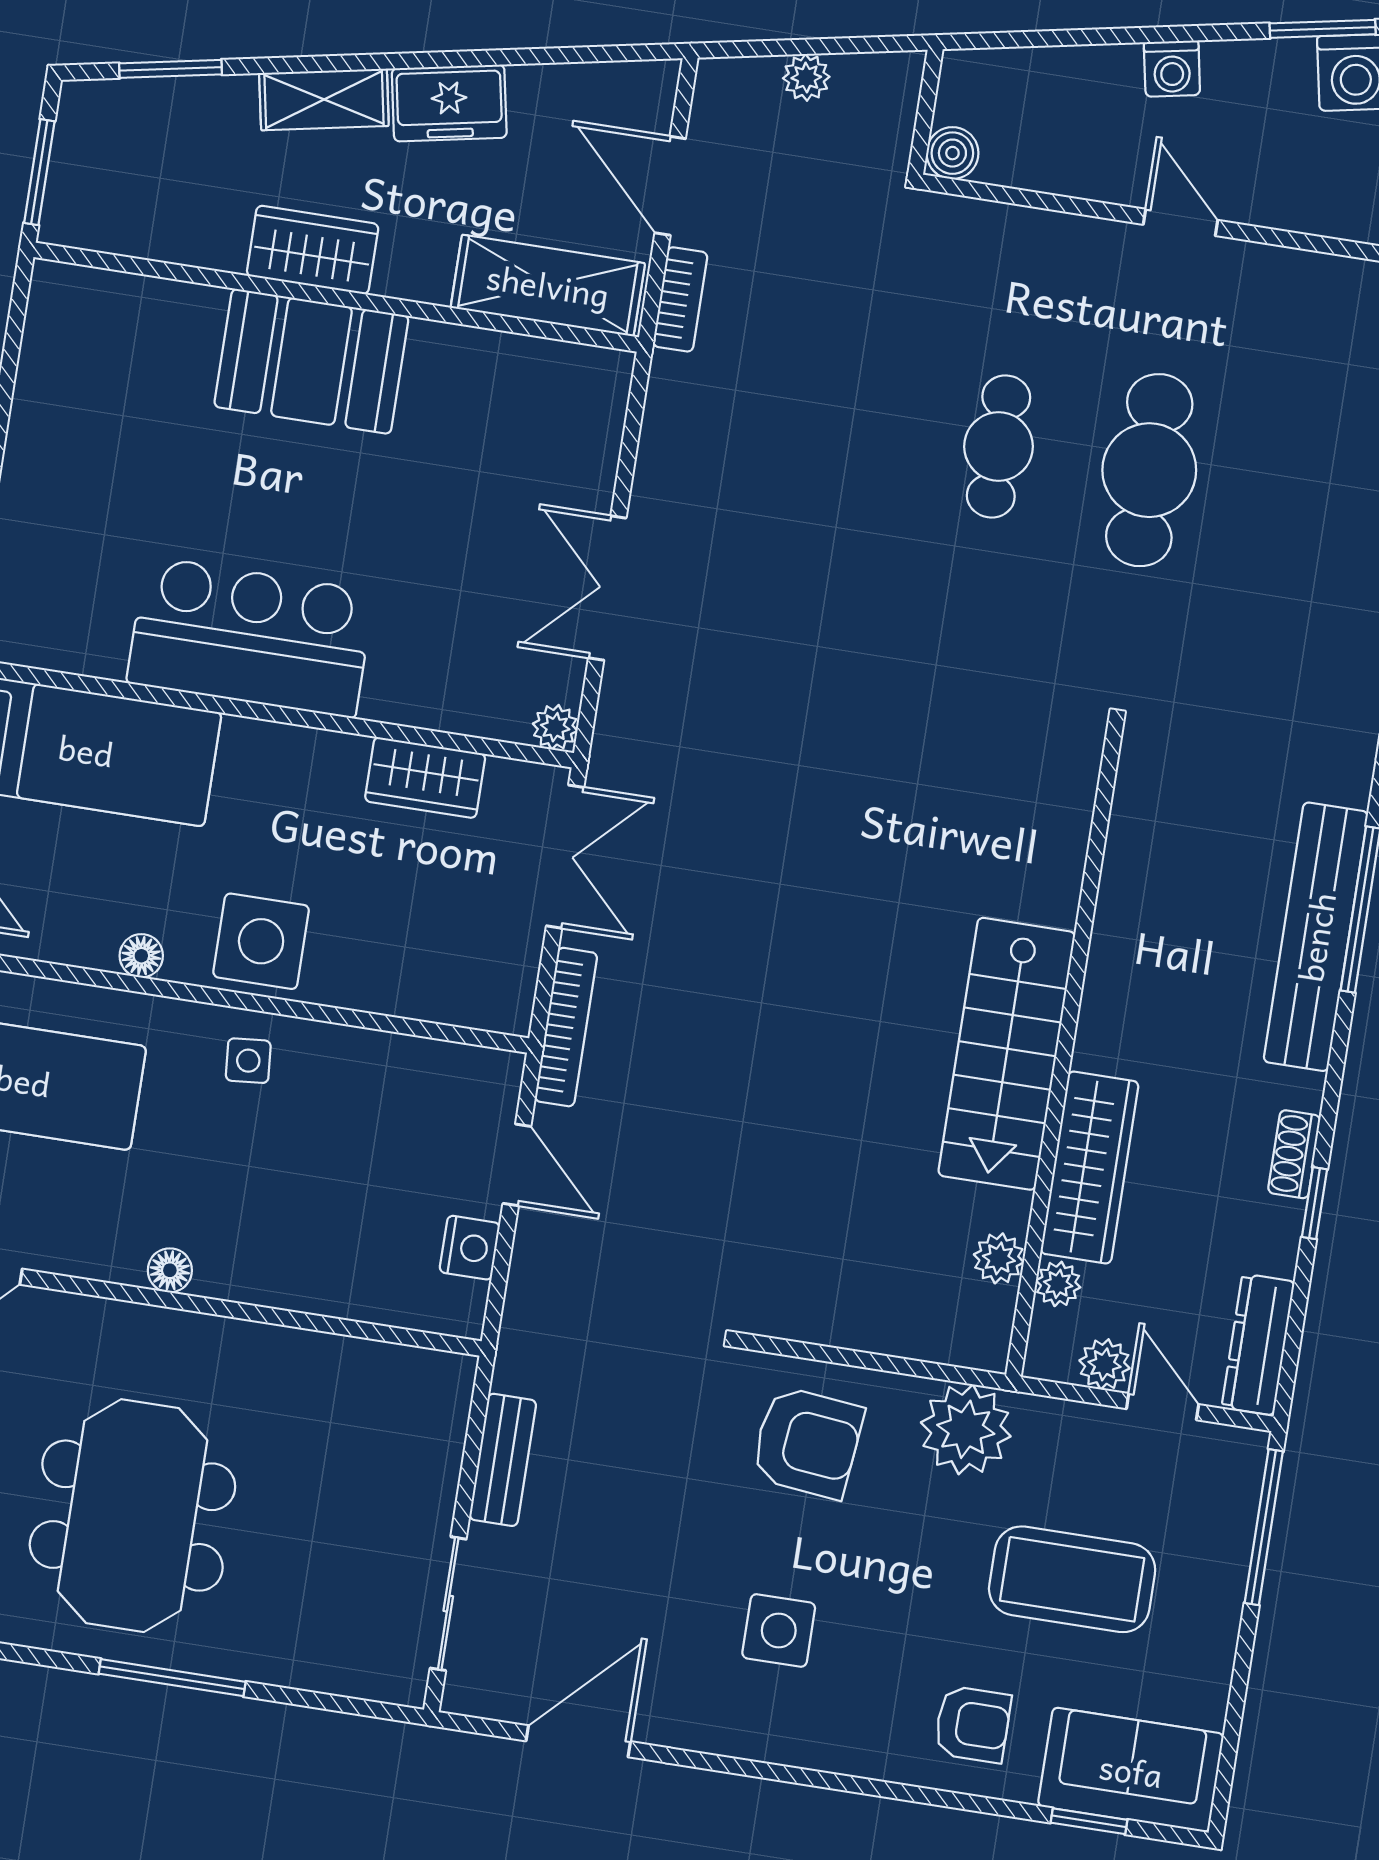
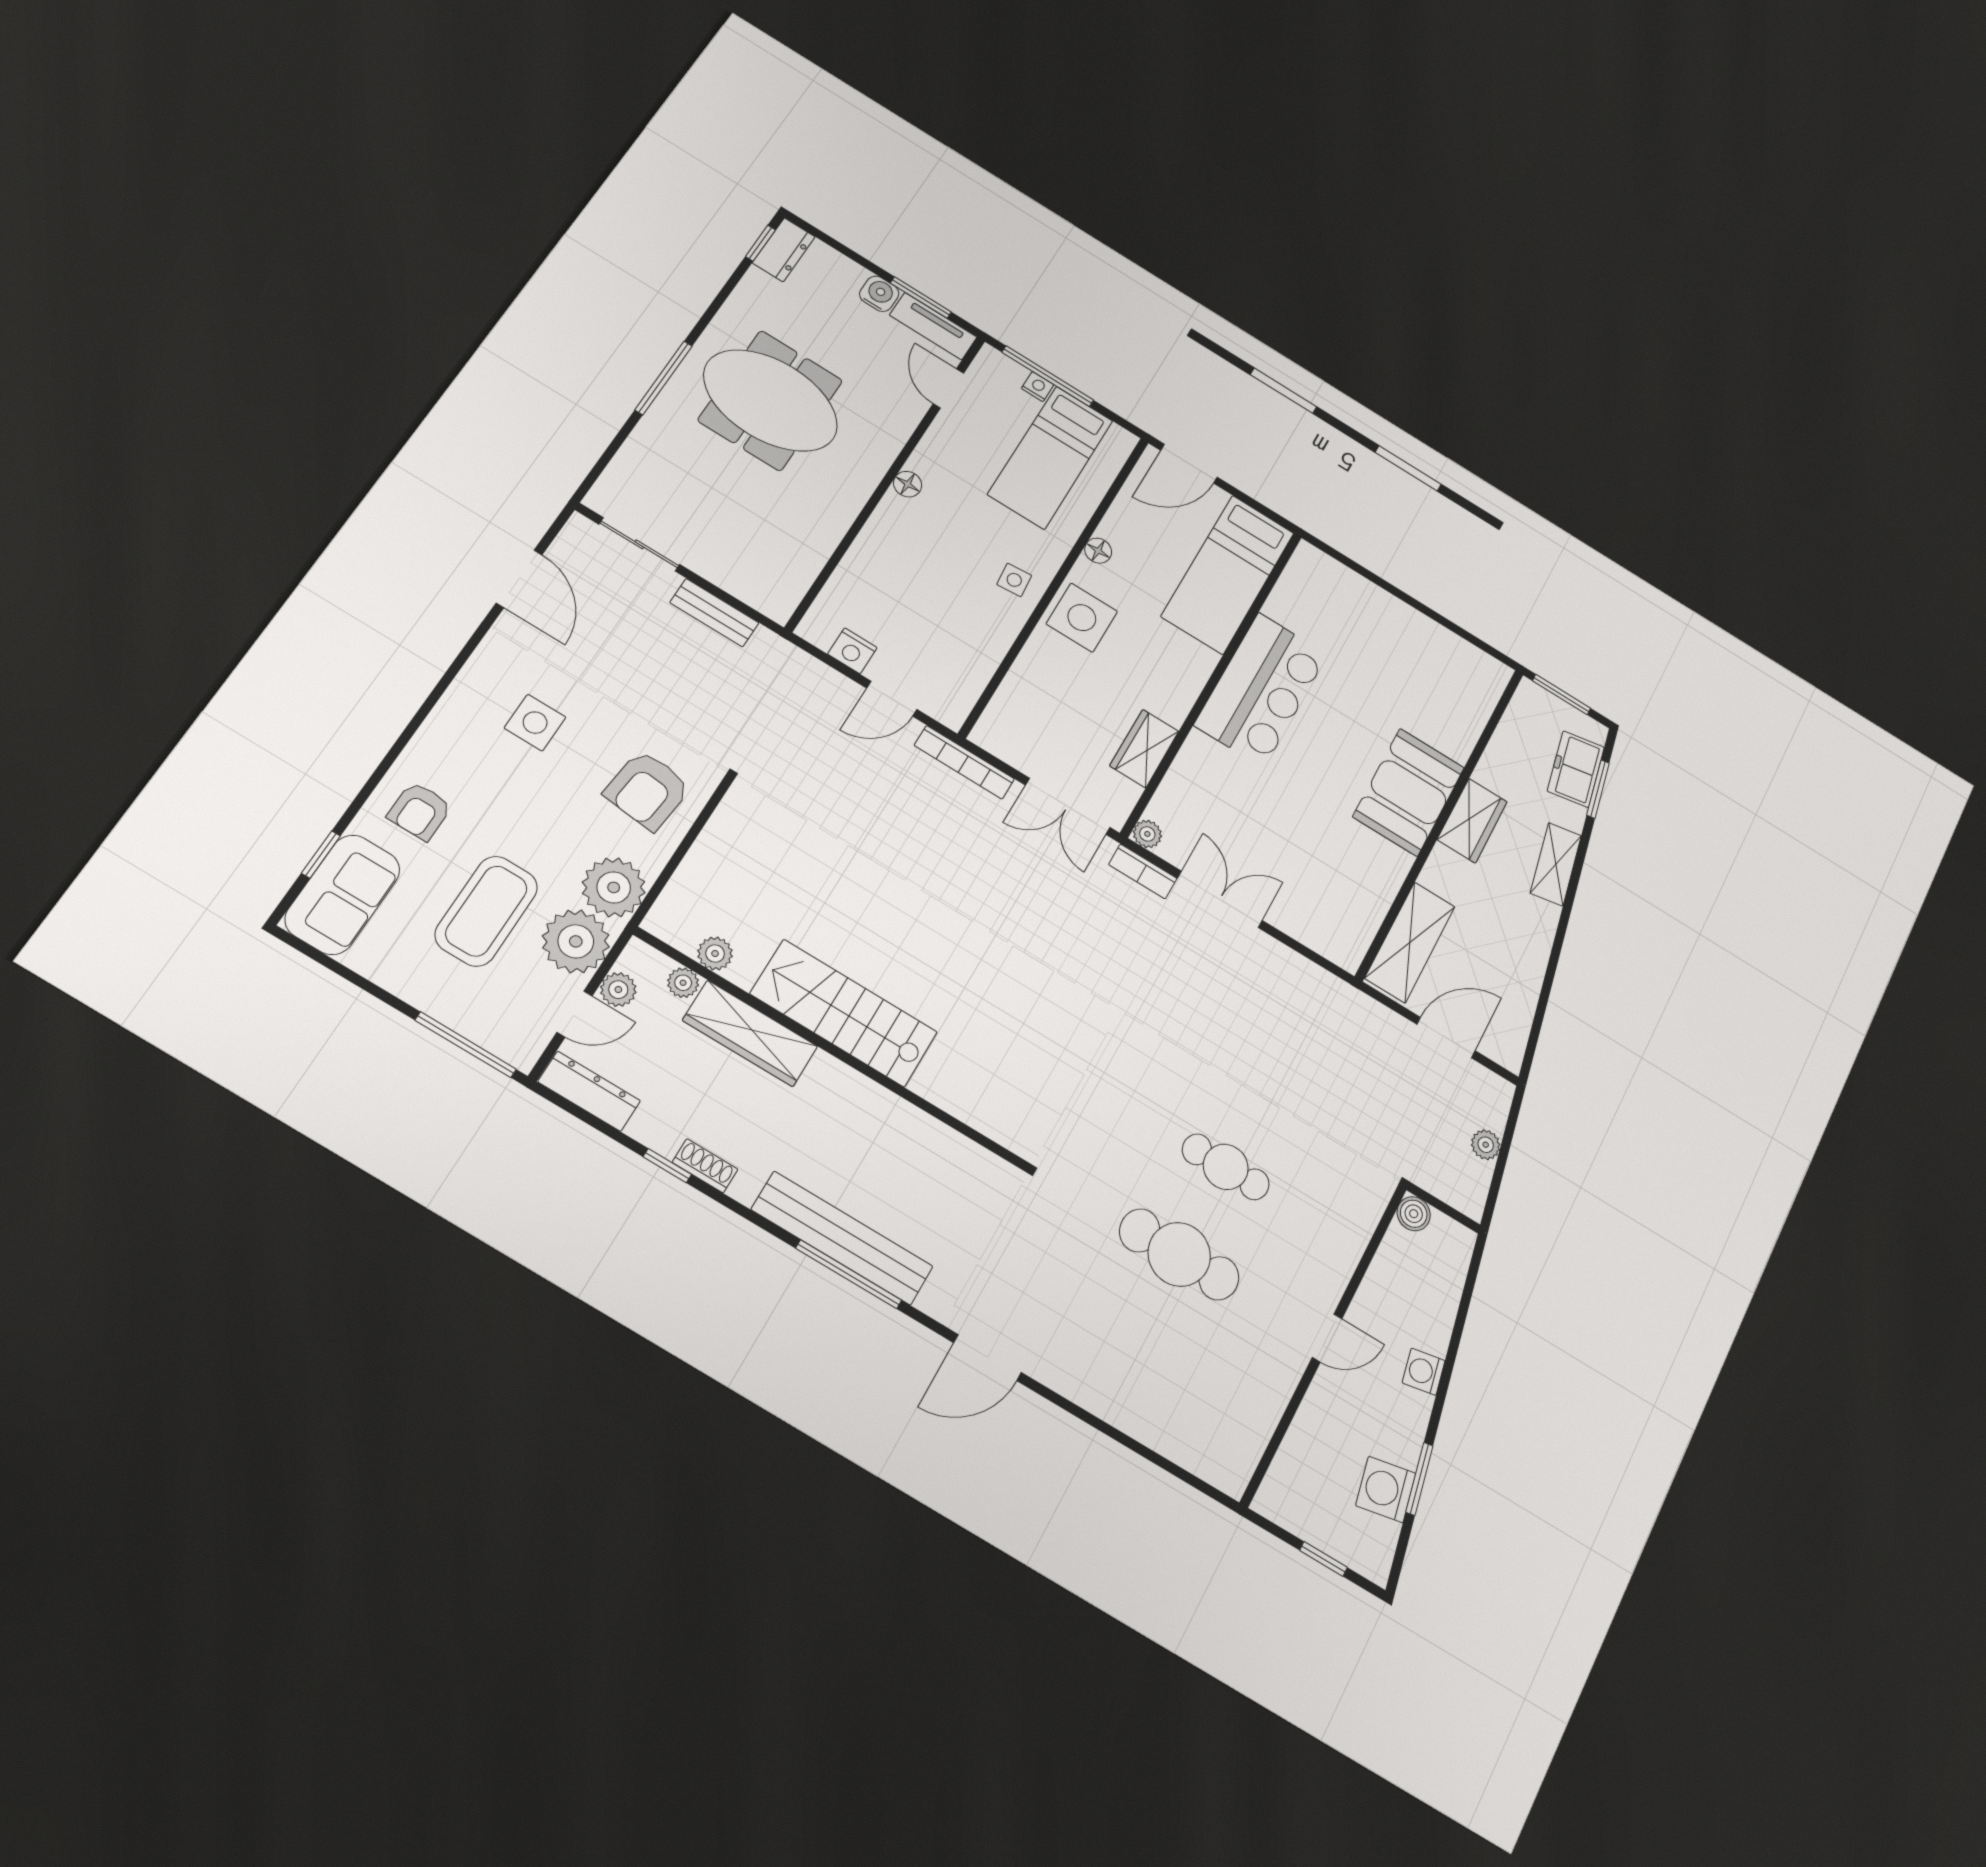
freezer: (449, 103) -> (1576, 769), moved
bookcase: (680, 299) -> (1143, 871), moved
plant: (1063, 1447) -> (576, 941), added

